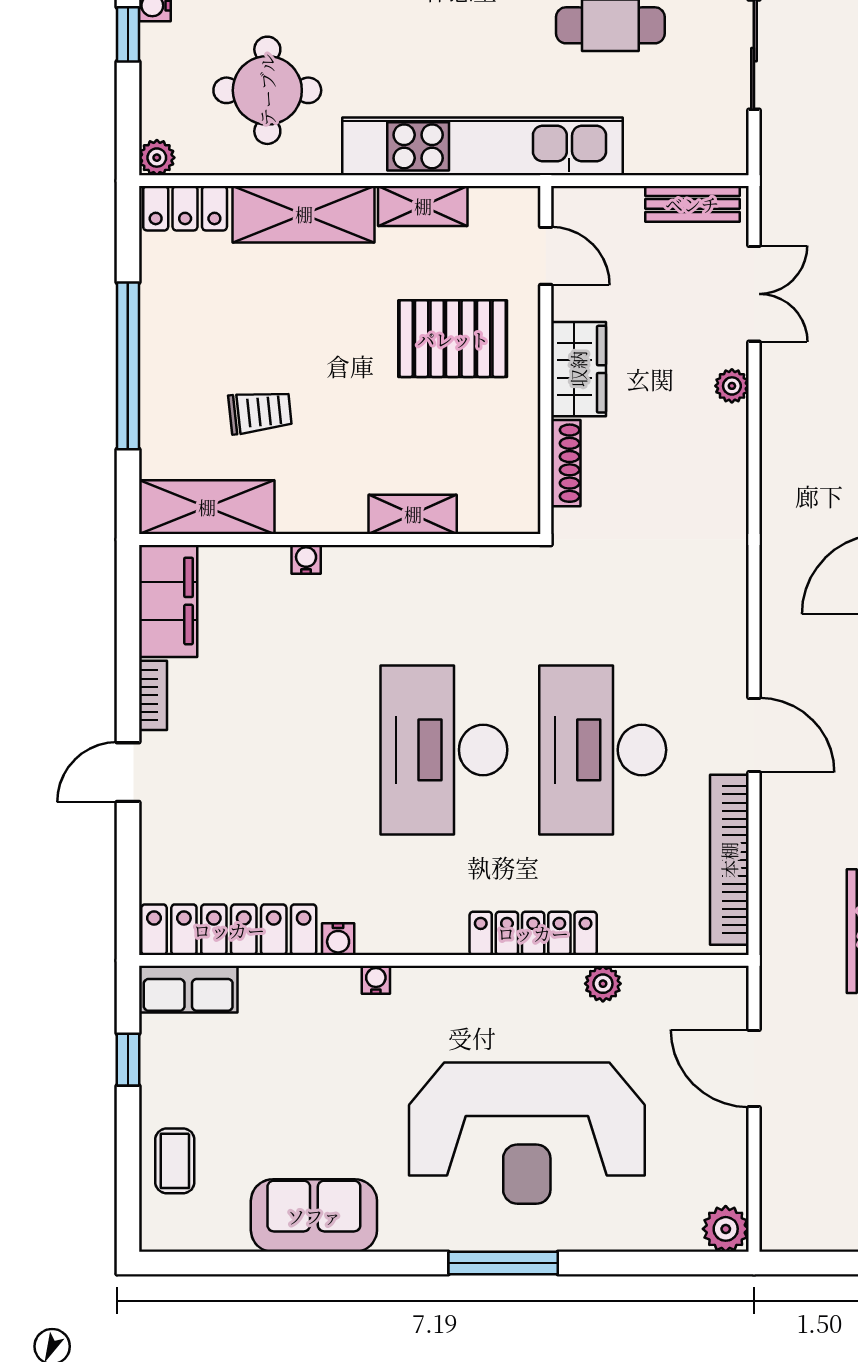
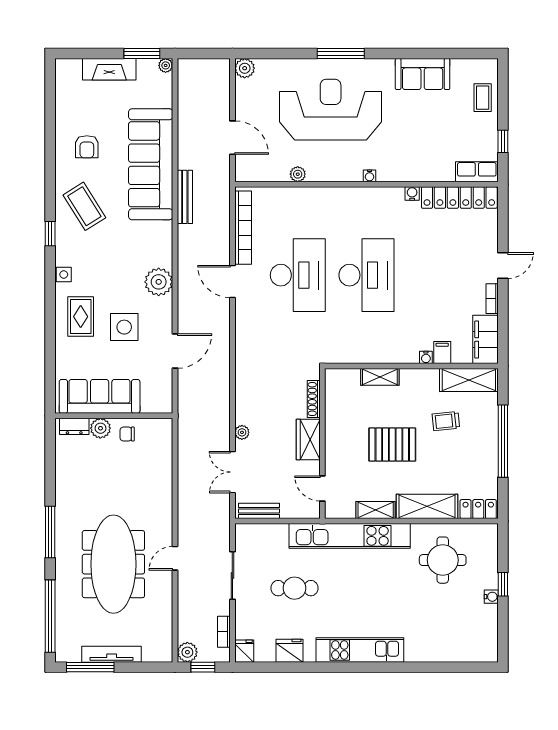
plant: (157, 158) -> (490, 531), removed
pallet: (453, 339) -> (392, 445), moved
filing cabinet: (269, 571) -> (442, 353), added
locker: (533, 933) -> (328, 196), removed
water cooler: (376, 980) -> (370, 176), moved

